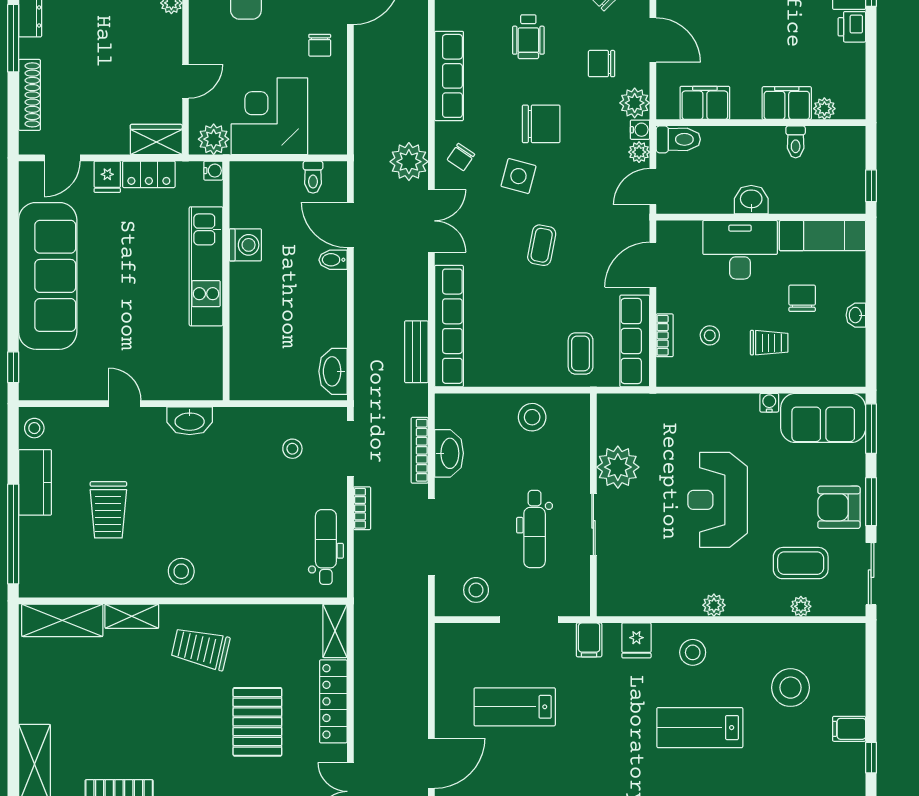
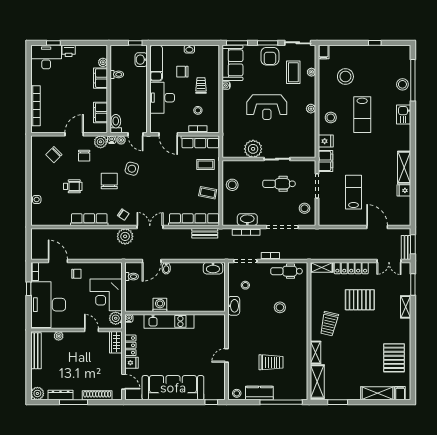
side table: (518, 176) -> (132, 169), moved
washbasin: (751, 200) -> (141, 60), moved
coffee table: (542, 245) -> (208, 193), moved
washbasin: (190, 421) -> (234, 306), moved
dental chair: (535, 529) -> (279, 184), turned 180
stool: (181, 571) -> (280, 307), moved
filing cabinet: (589, 640) -> (325, 161), width x2.00
window: (13, 669) -> (338, 402), added
lab bench: (515, 707) -> (354, 192), turned 180
filing cabinet: (849, 729) -> (324, 52), moved

